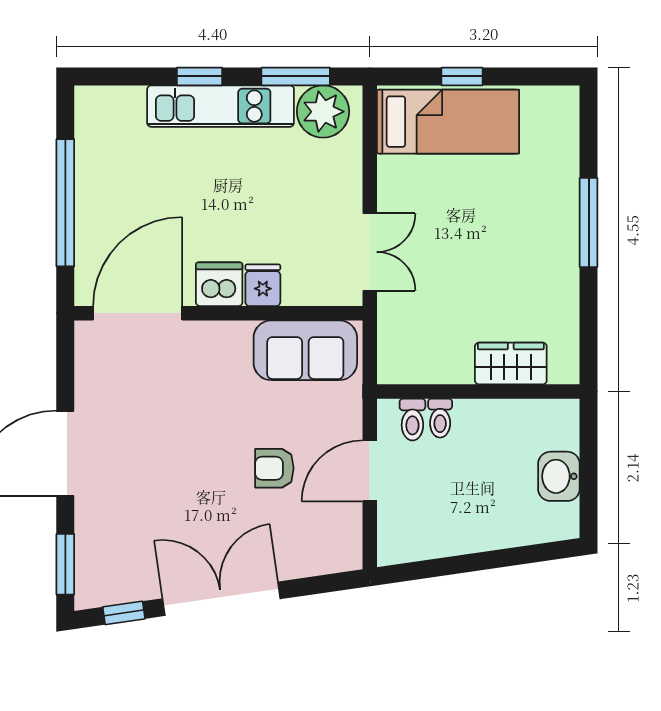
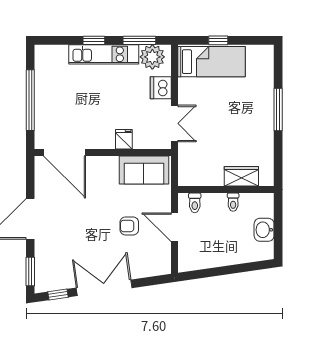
dishwasher: (219, 284) -> (161, 88), moved, turned -90
door: (138, 313) -> (64, 152), swing flipped
toilet: (440, 418) -> (233, 202), moved
door: (370, 471) -> (174, 227), hinge flipped

